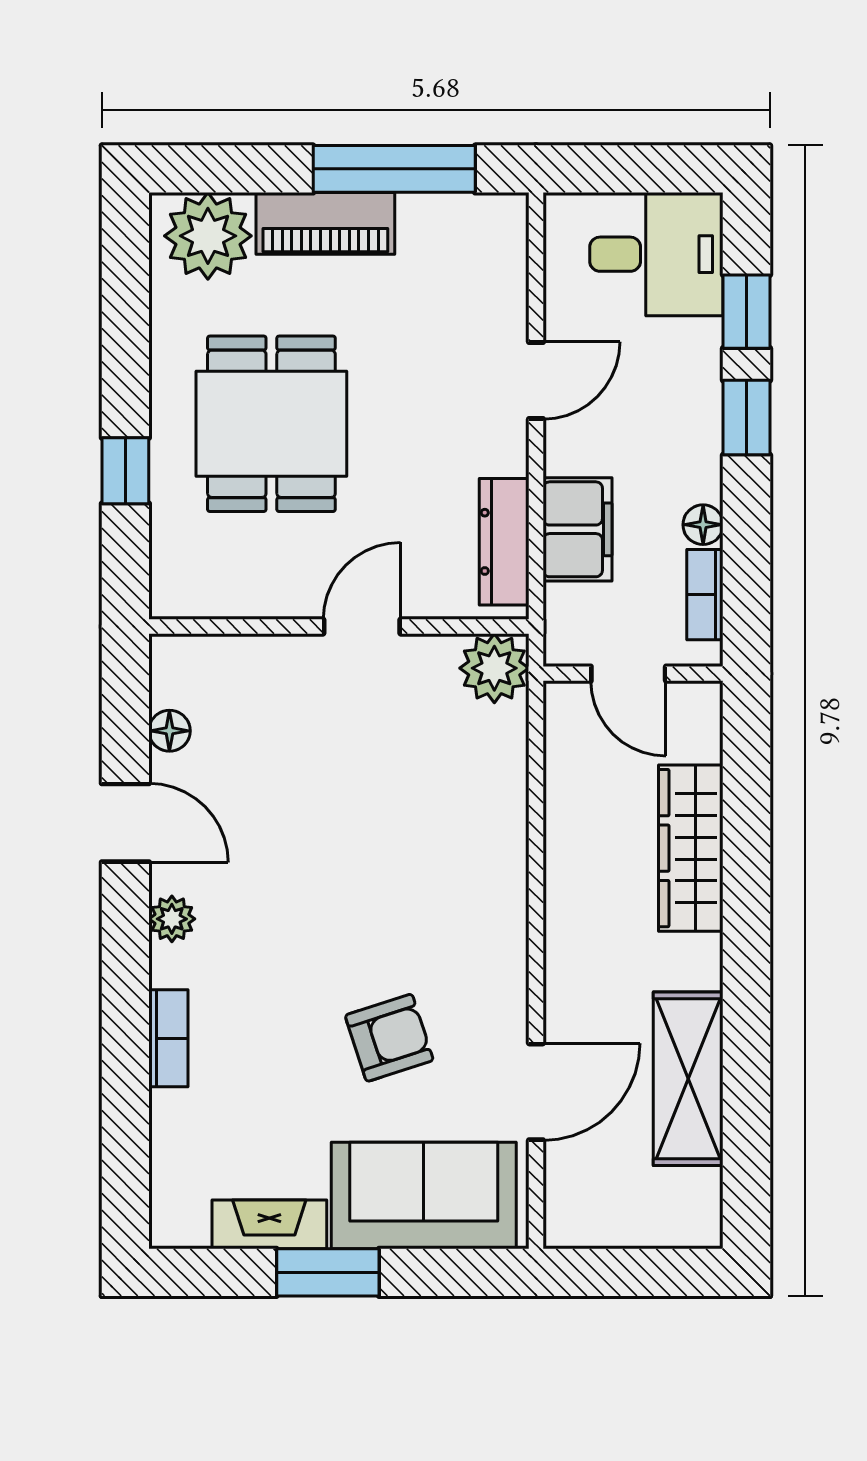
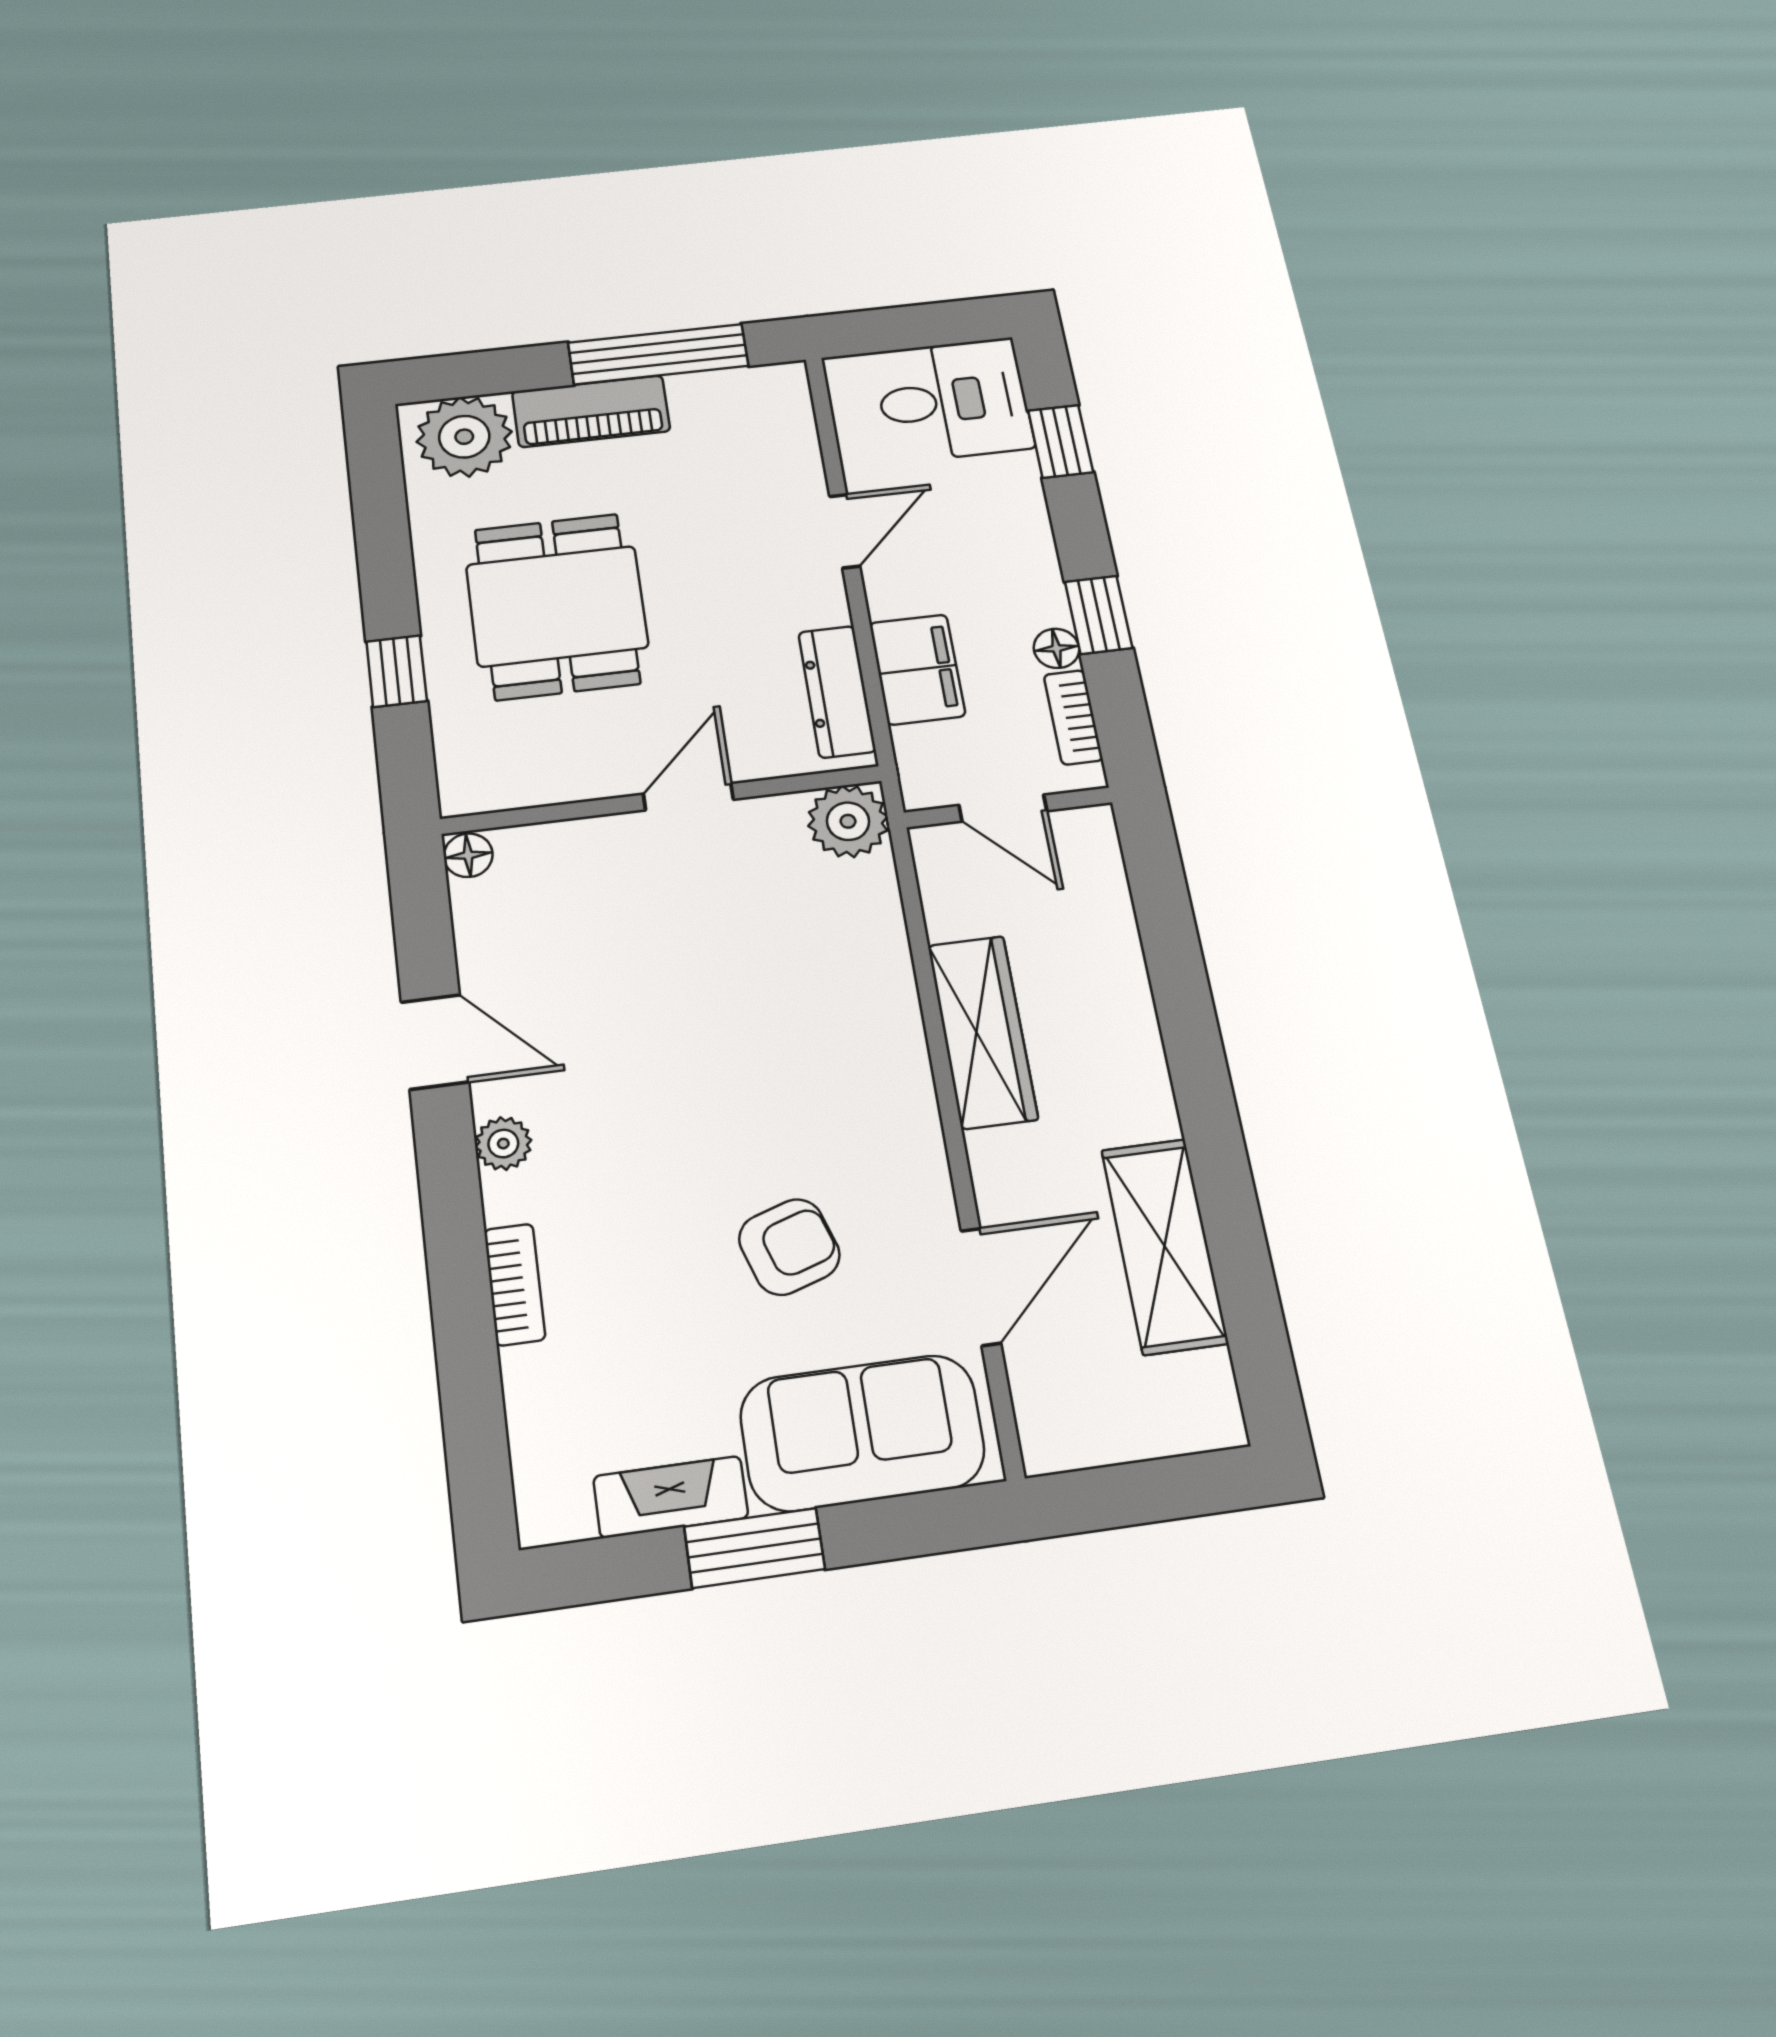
window: (747, 418) -> (1099, 615), moved
floor lamp: (169, 731) -> (468, 855), moved
wardrobe: (691, 848) -> (983, 1032), moved, turned 180

